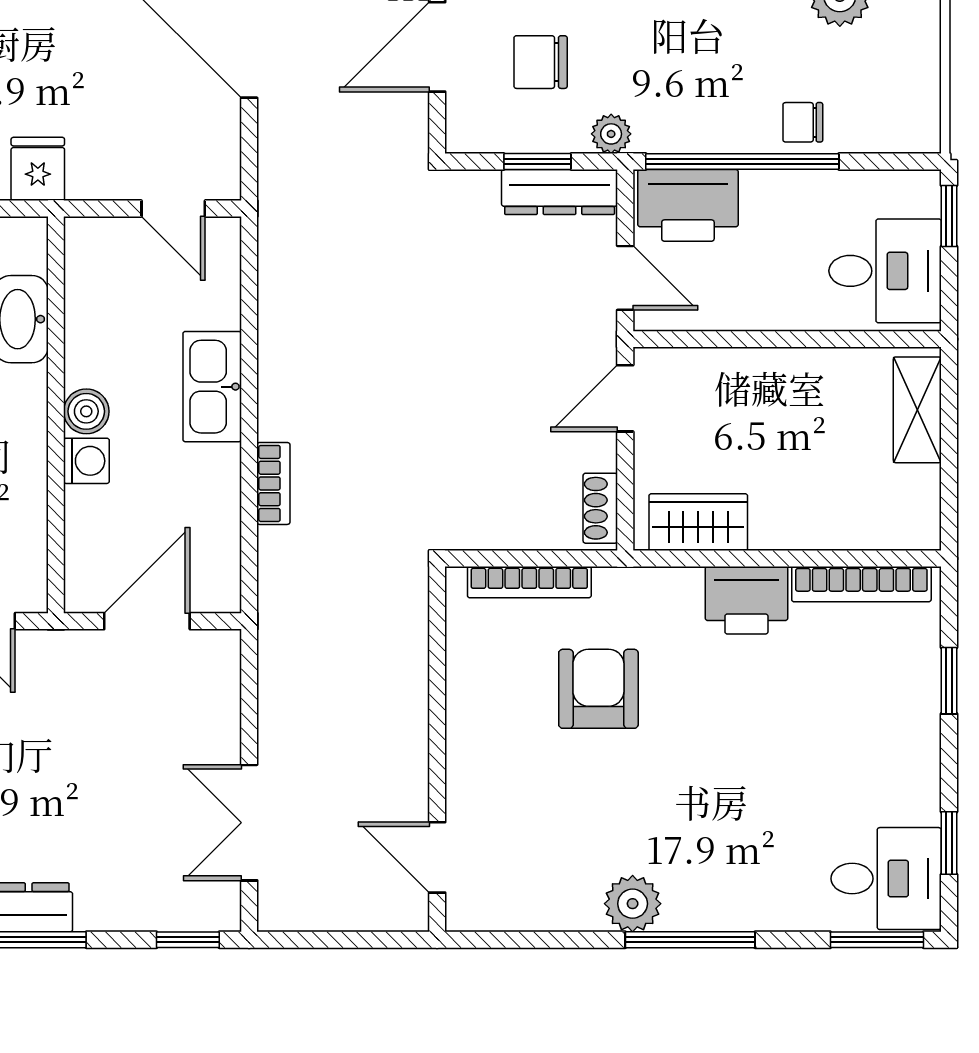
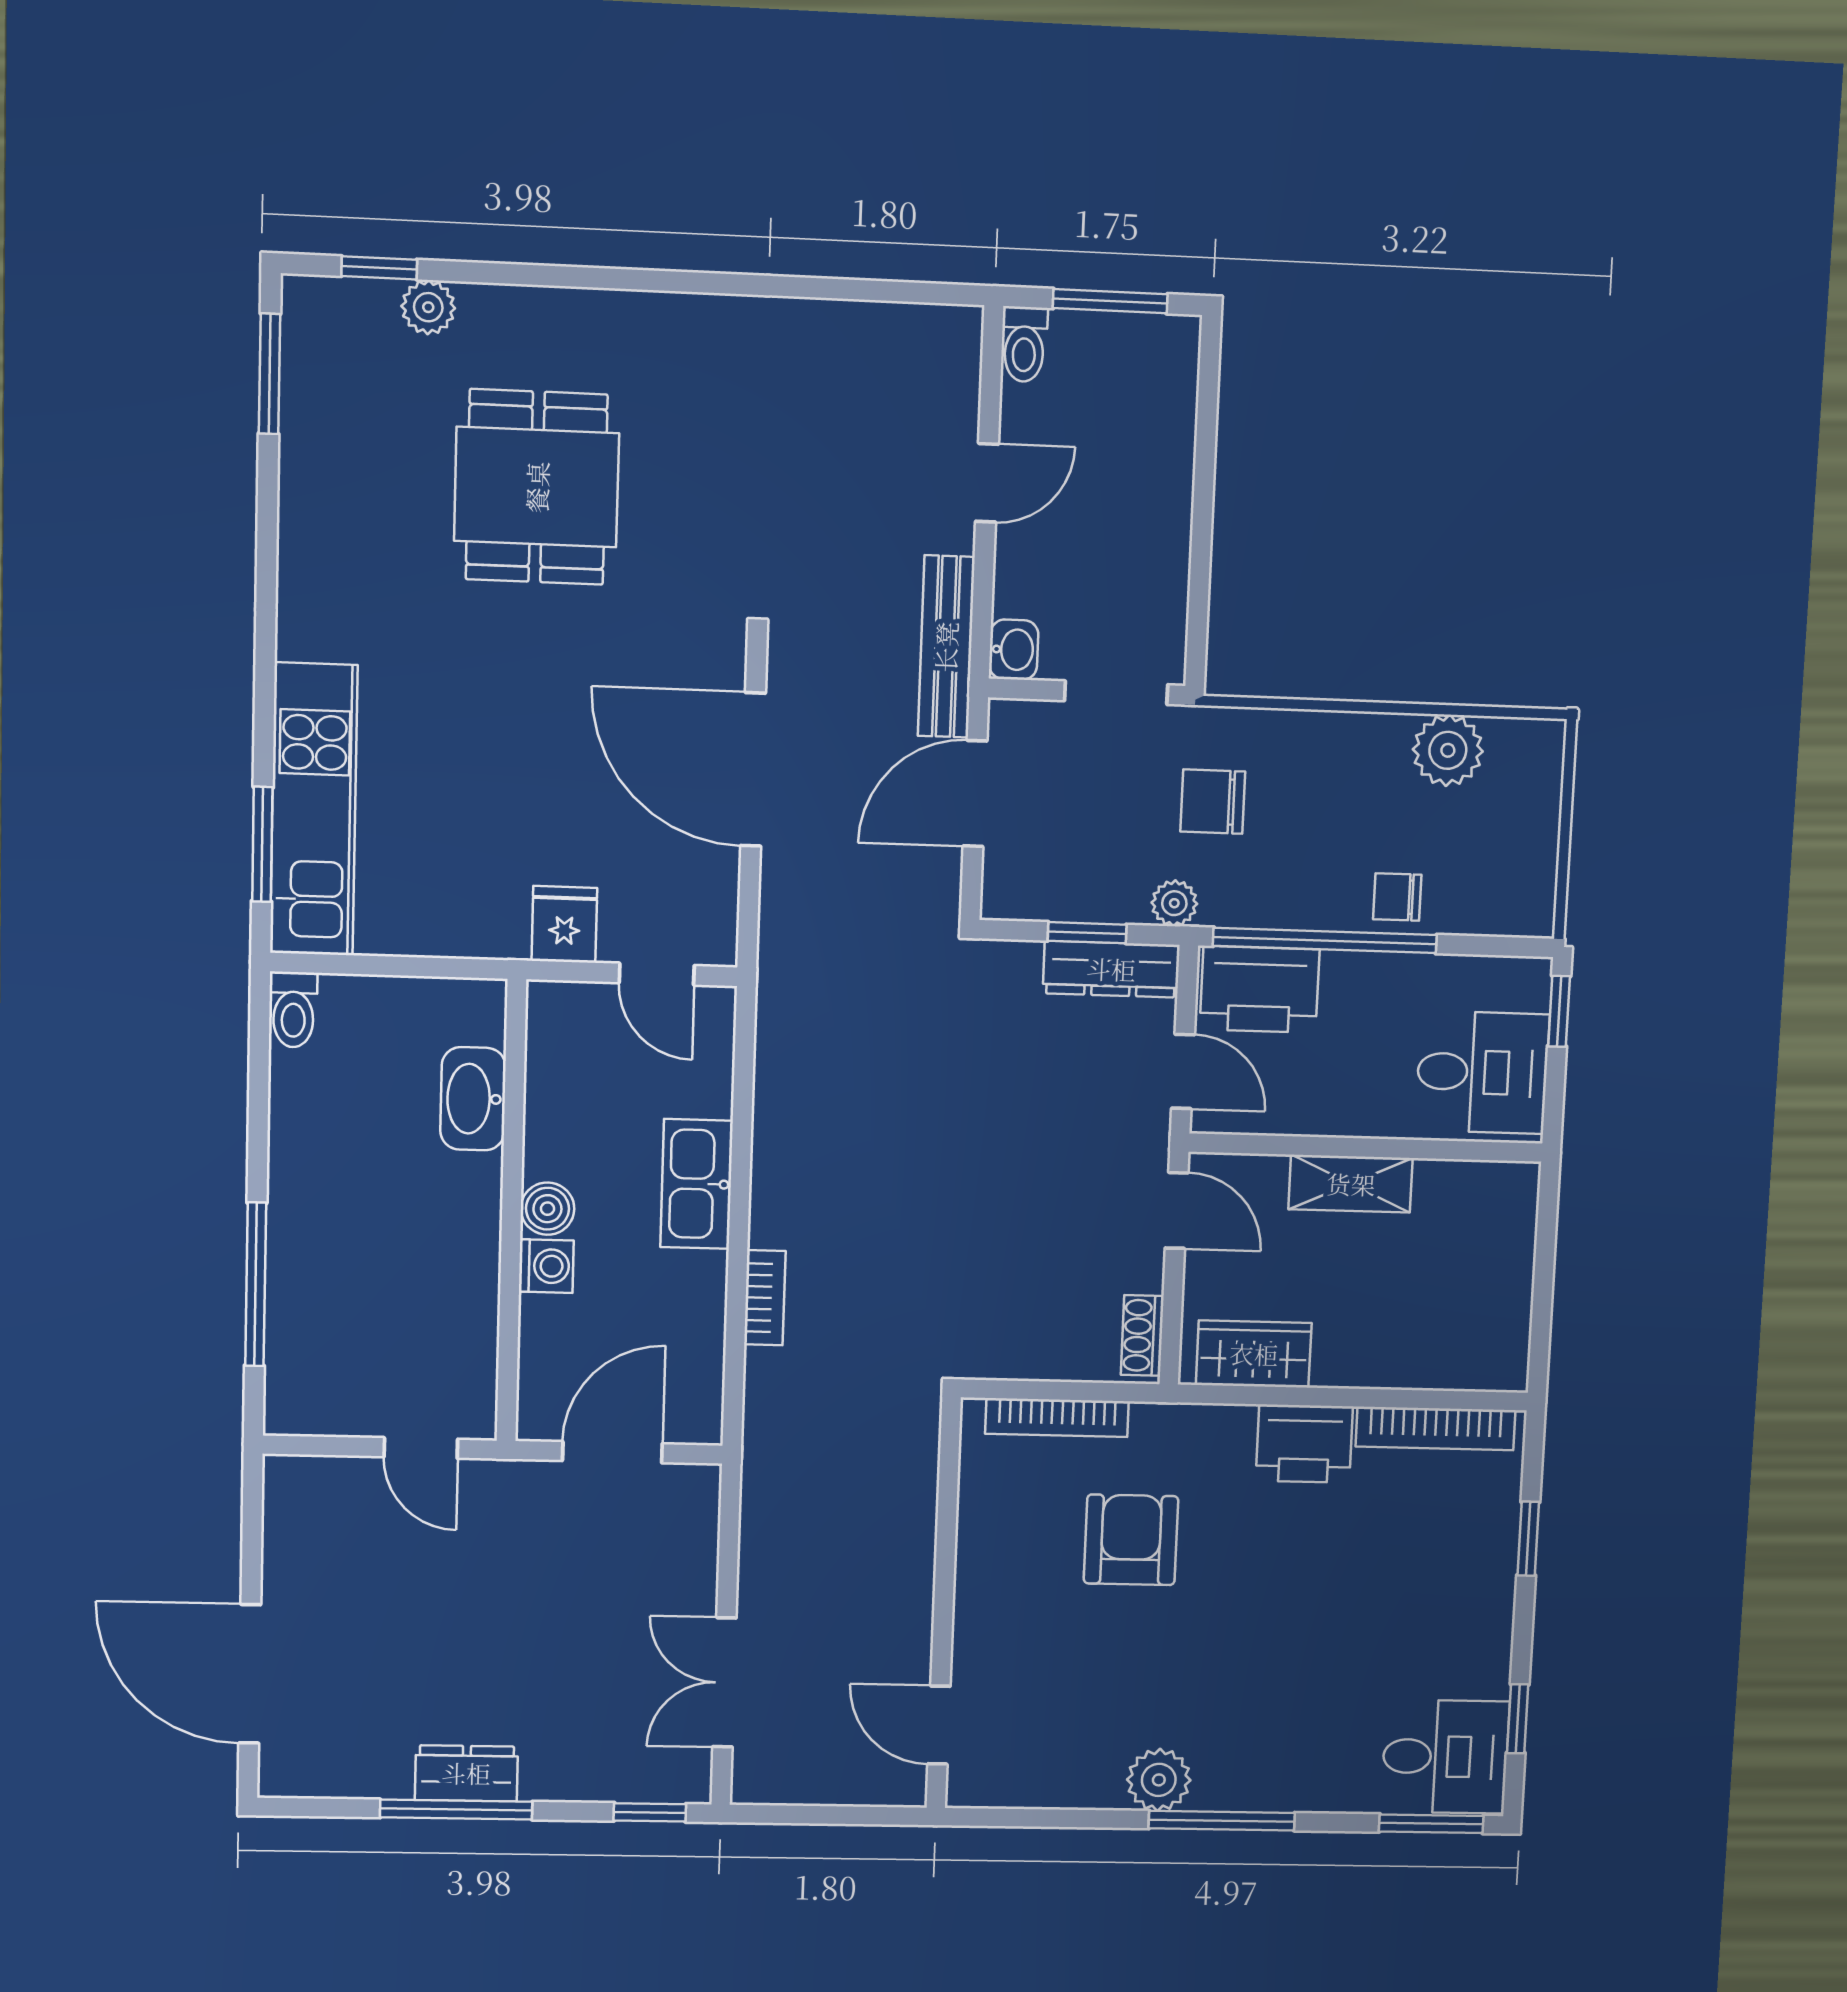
chair: (541, 62) -> (1213, 802), moved
fridge: (38, 169) -> (564, 924), moved
door: (625, 398) -> (1177, 1210), swing flipped
shelving: (917, 410) -> (1351, 1184), moved, turned 90

